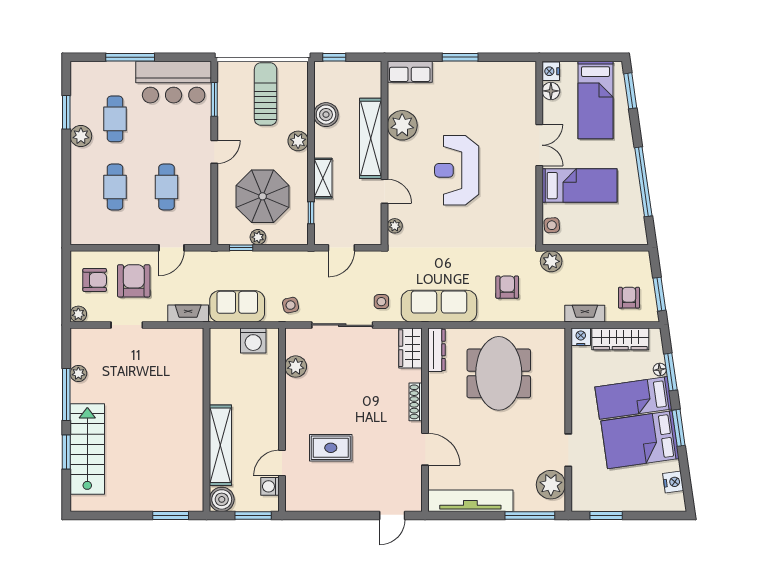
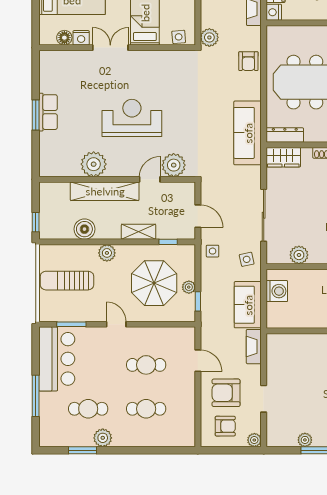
nightstand: (551, 71) -> (81, 38), moved
row of seats: (410, 72) -> (48, 112), moved
reception desk: (457, 170) -> (132, 118), turned 180
plant: (395, 226) -> (174, 165), width x1.88, depth x1.88
armchair: (95, 280) -> (225, 426), turned 90
armchair: (507, 287) -> (248, 61), moved, turned -90
side table: (381, 302) -> (213, 251), moved

